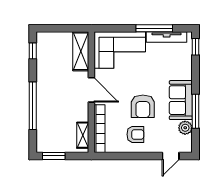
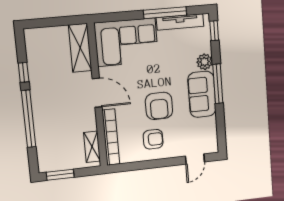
window: (33, 51) -> (24, 72), moved
window: (196, 111) -> (218, 84), moved
plant: (185, 128) -> (205, 62), moved

